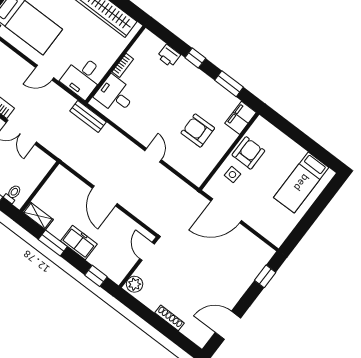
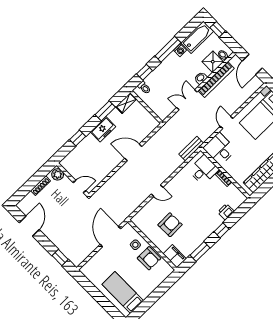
door: (147, 251) -> (80, 187), moved
wall: (139, 262) -> (73, 180), moved
plant: (135, 284) -> (58, 174), moved

